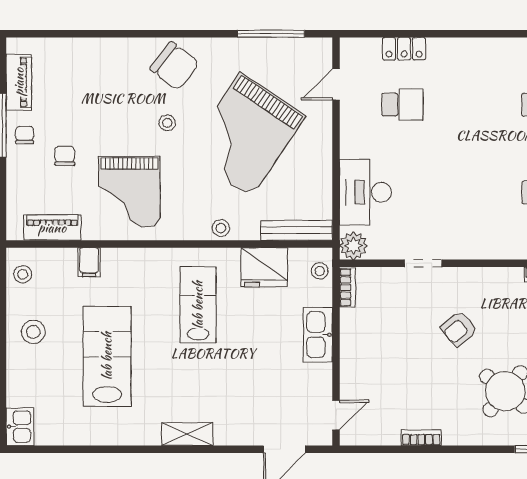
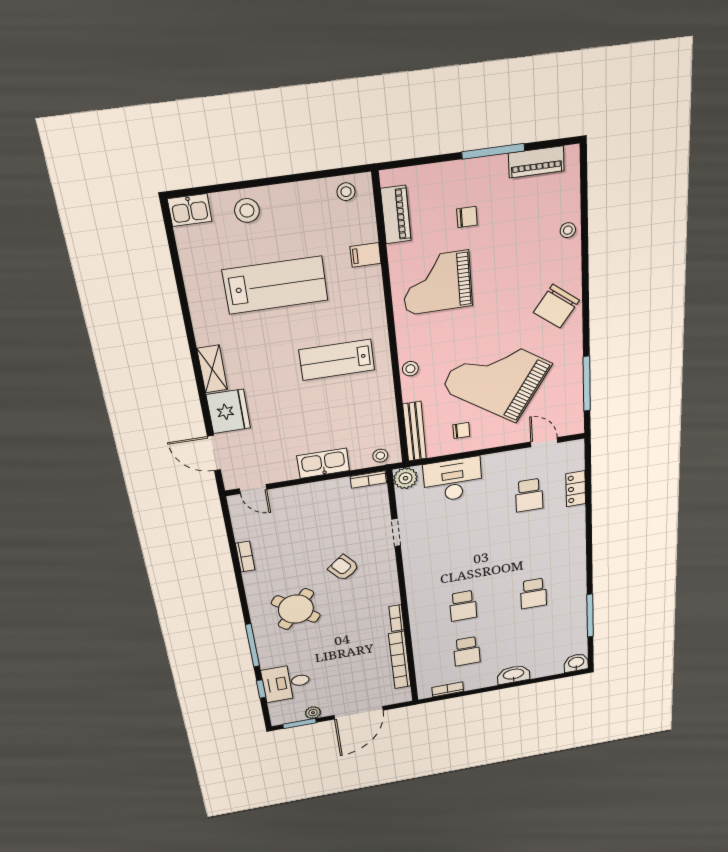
stool: (167, 123) -> (568, 230), moved
chair: (25, 135) -> (461, 430), moved
fridge: (264, 267) -> (228, 411), moved, turned 180
lab bench: (198, 305) -> (337, 360), turned 180
stool: (33, 332) -> (247, 211), moved

